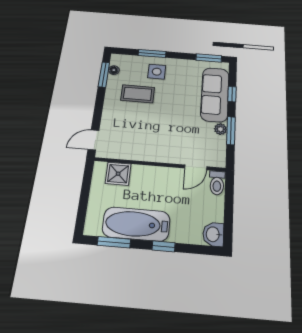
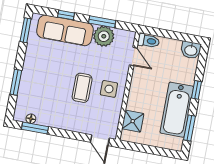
side table: (157, 72) -> (109, 89), moved
coffee table: (138, 94) -> (82, 88), moved
plant: (220, 129) -> (104, 36), width x1.88, depth x1.88

